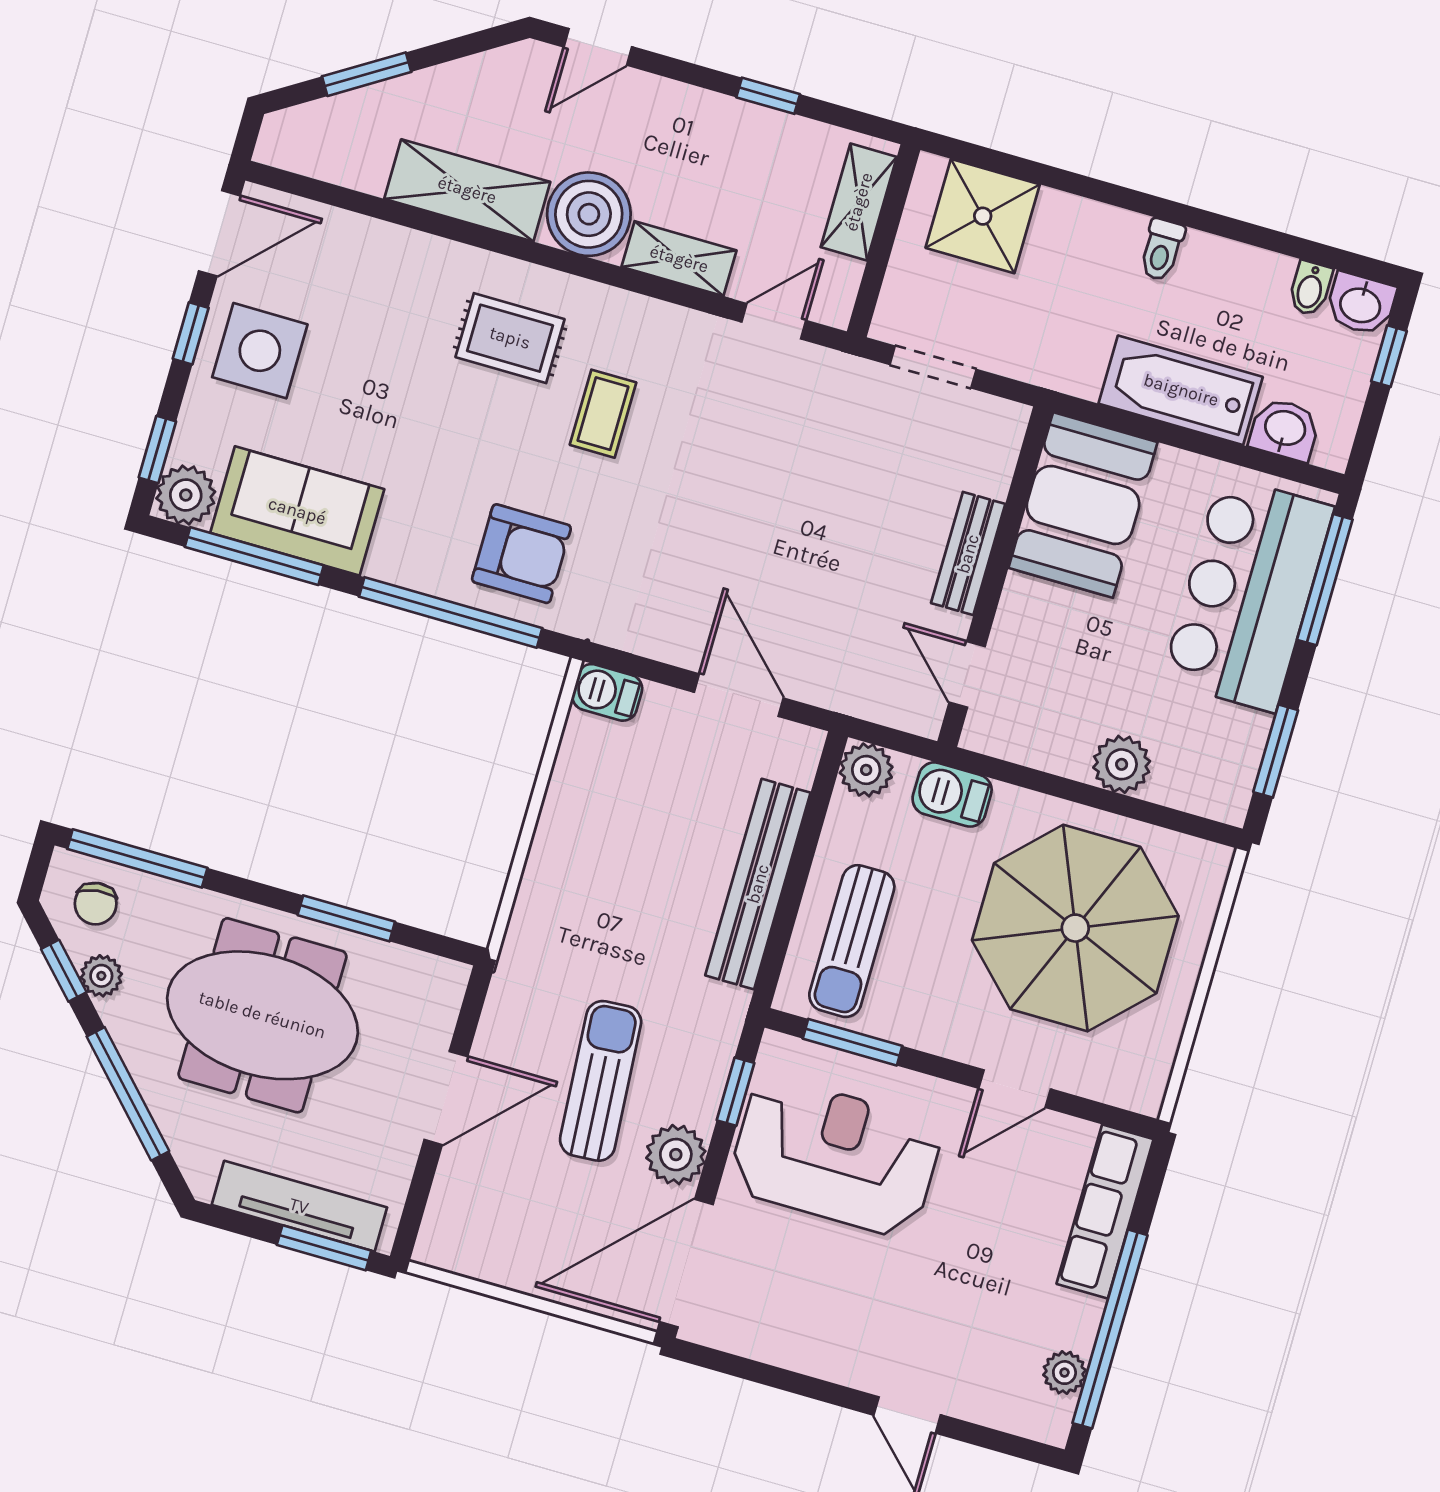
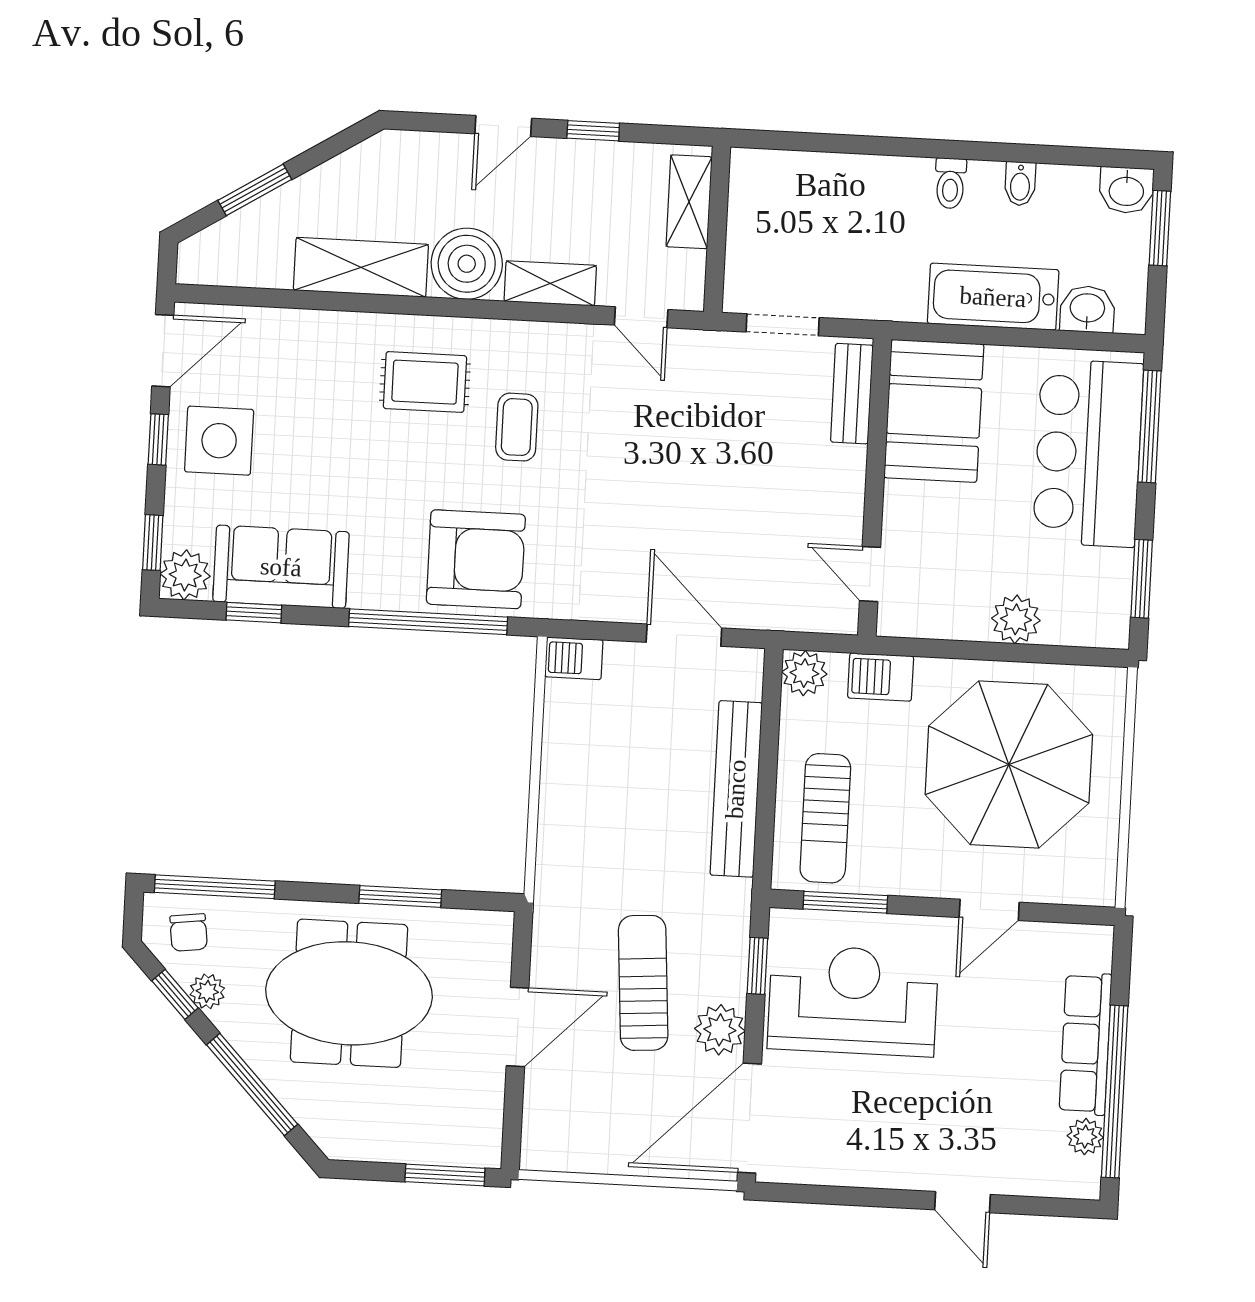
door: (598, 47) -> (503, 126), moved
shower: (983, 216) -> (795, 190), removed
bidet: (1310, 288) -> (1020, 184), moved
door: (774, 321) -> (641, 317), swing flipped
window: (1389, 356) -> (1160, 228), width x1.50
armchair: (521, 554) -> (476, 559), width x1.36, depth x1.36
bench: (968, 554) -> (852, 394), moved
window: (254, 556) -> (254, 613), width x0.46
tv unit: (299, 1206) -> (416, 1145), removed
row of seats: (1105, 1212) -> (1085, 1044), moved

